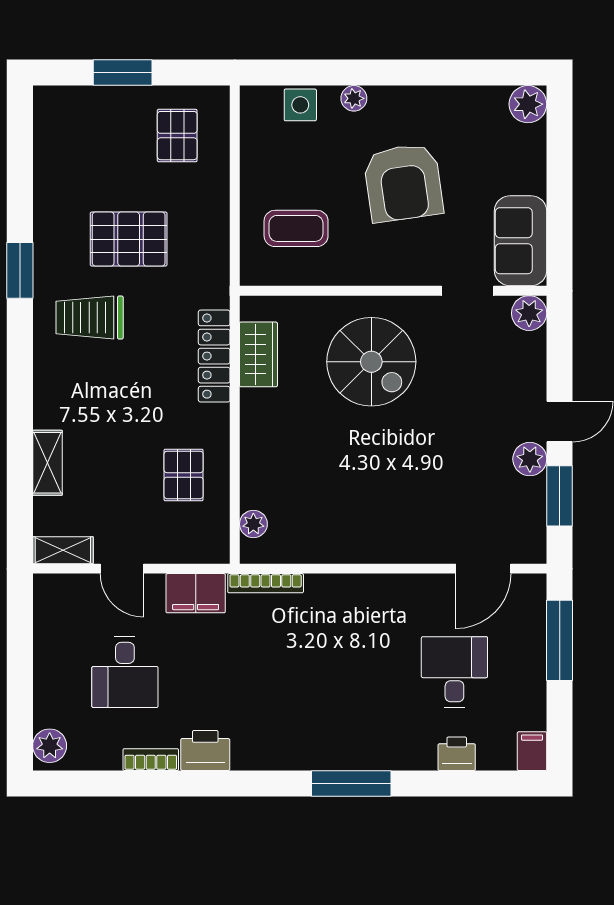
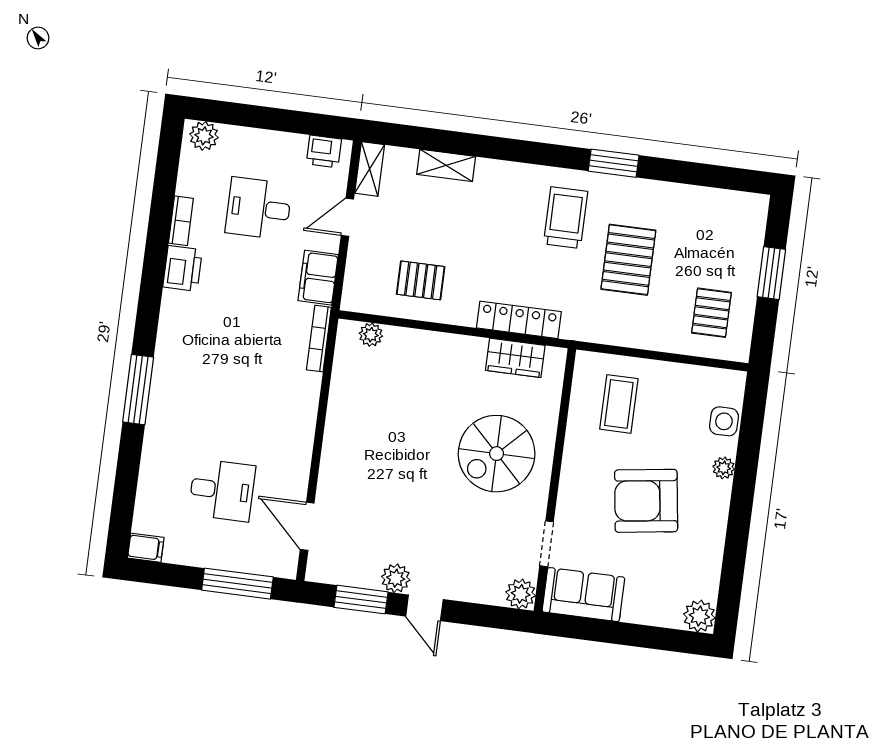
pallet: (177, 136) -> (711, 313), turned 90
printer: (457, 754) -> (324, 151), moved, turned 90

